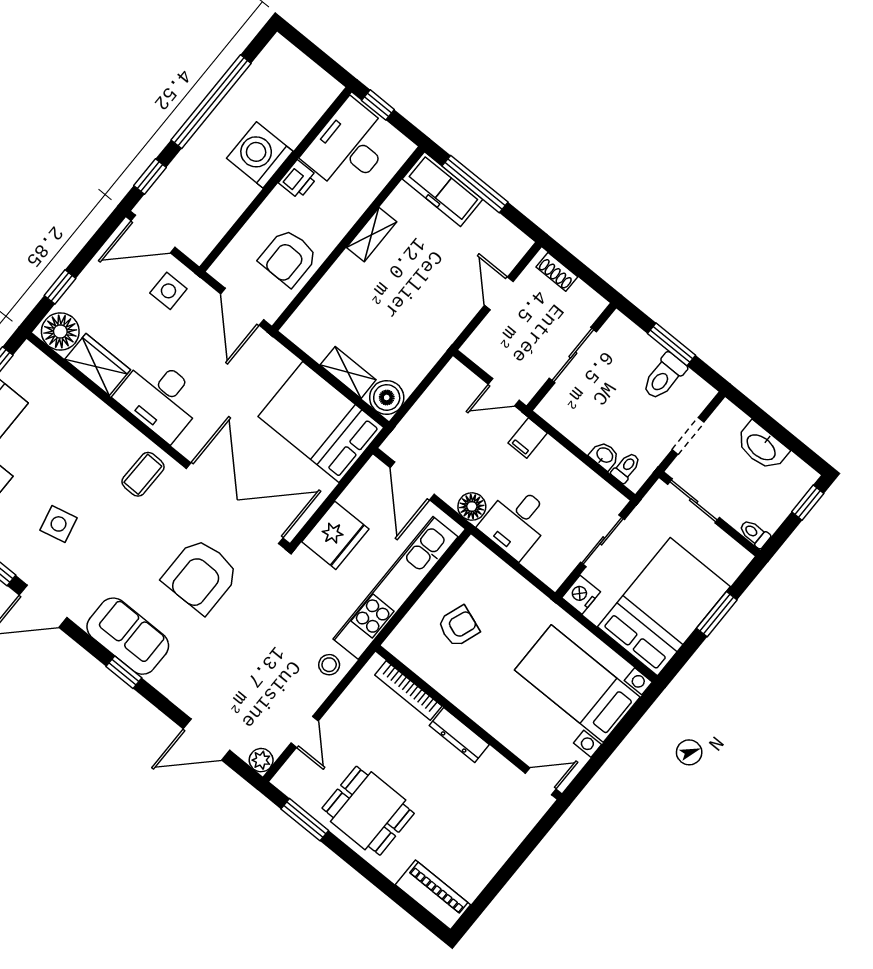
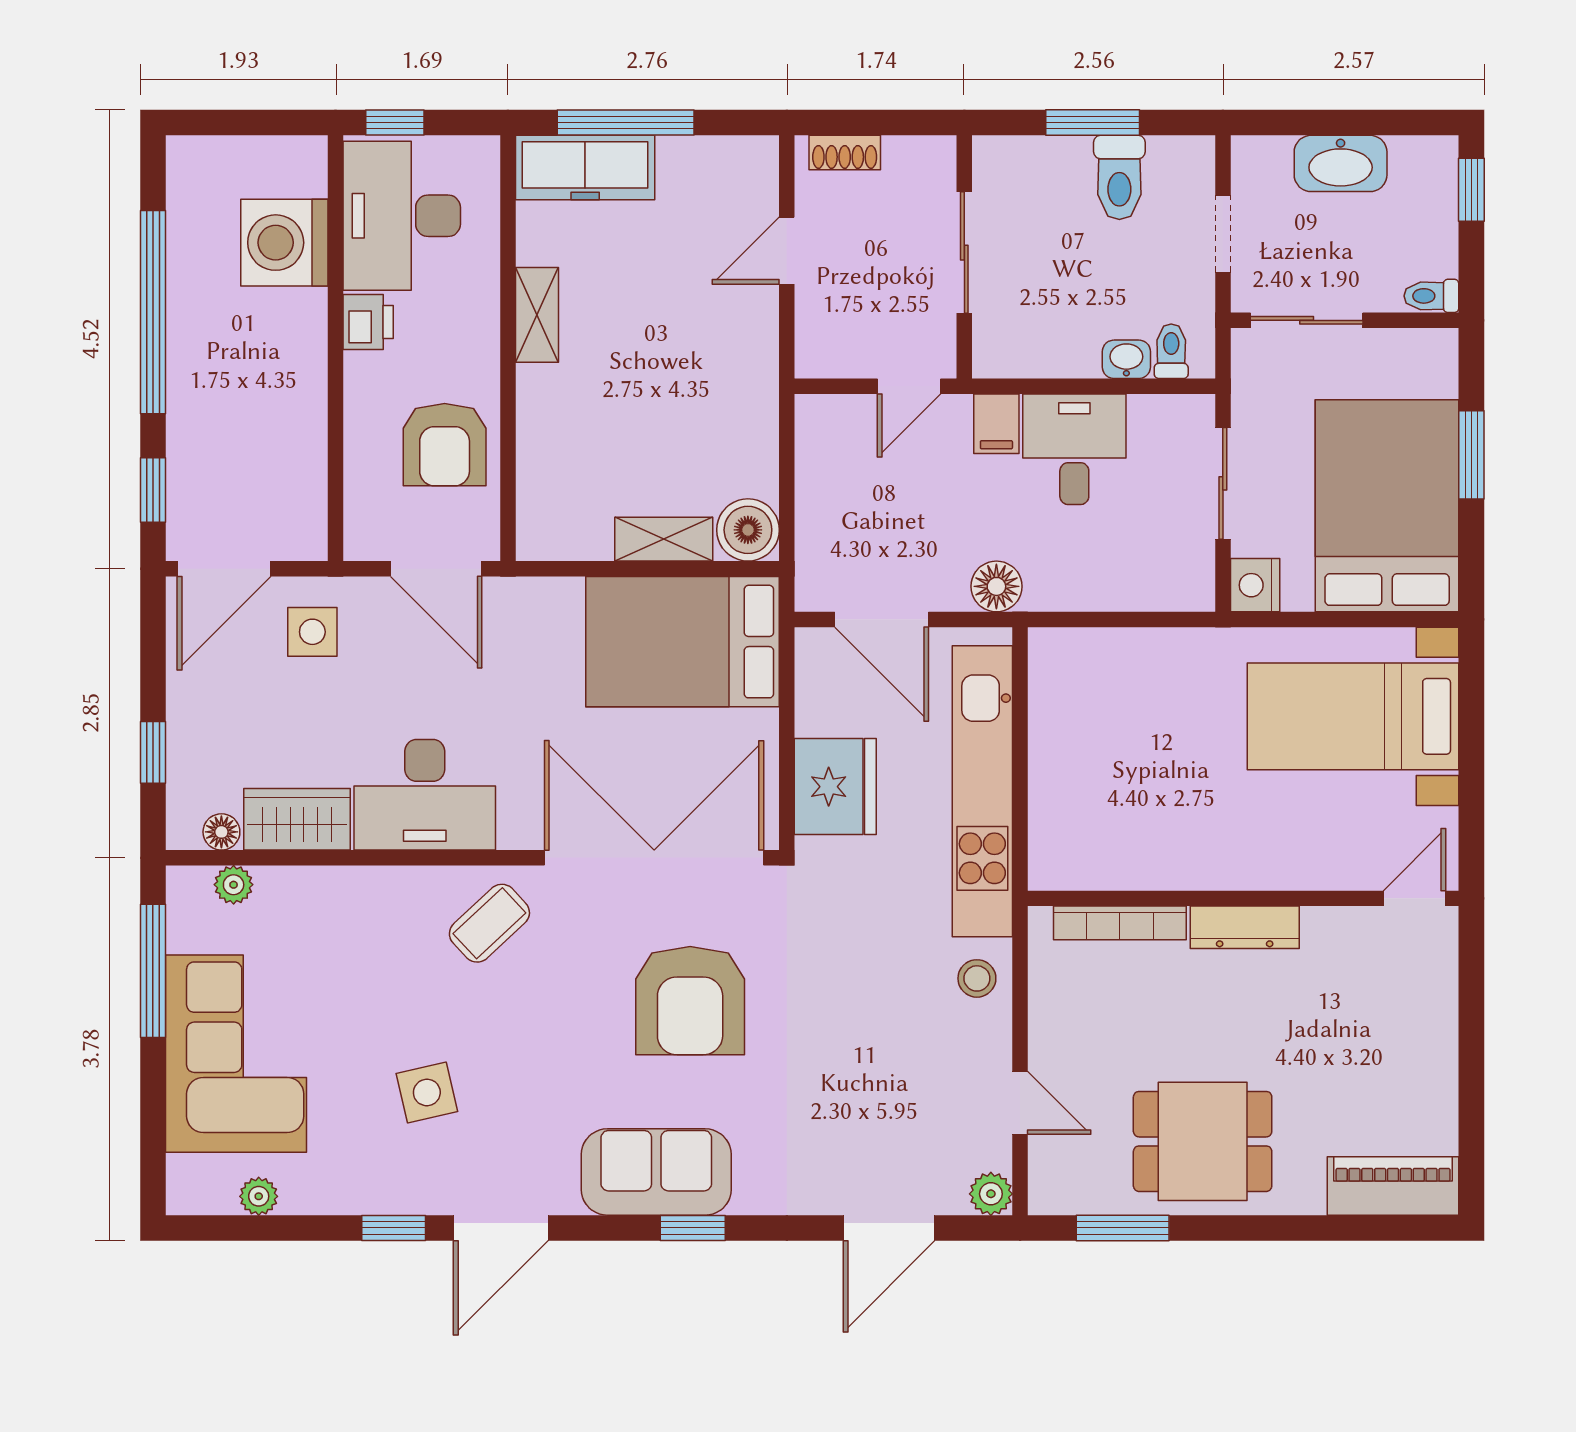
washing machine: (260, 155) -> (284, 243), moved
door: (499, 293) -> (787, 251), hinge flipped
floor lamp: (60, 331) -> (221, 832), width x0.53, depth x0.53
plant: (49, 370) -> (234, 885), added
coffee table: (143, 474) -> (489, 923), turned 46
desk: (516, 522) -> (1074, 449), moved, turned 180
armchair: (459, 626) -> (1117, 773), removed

